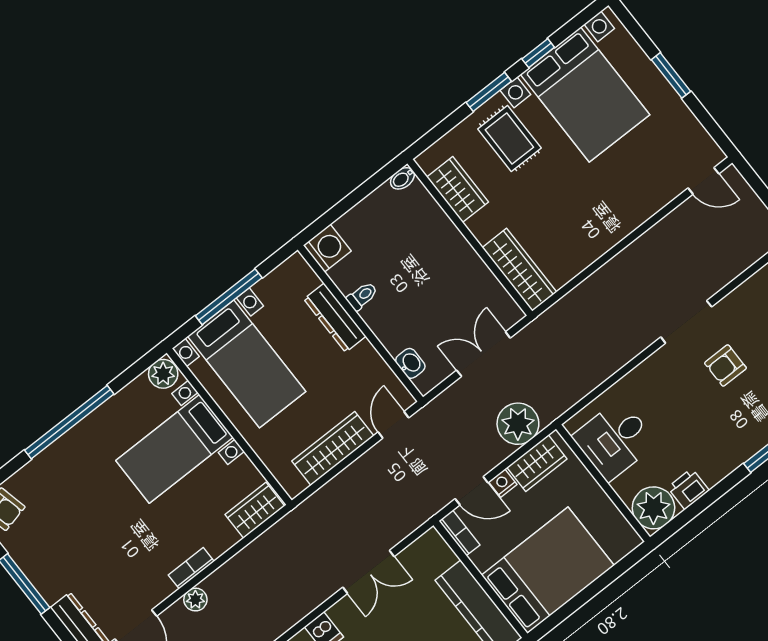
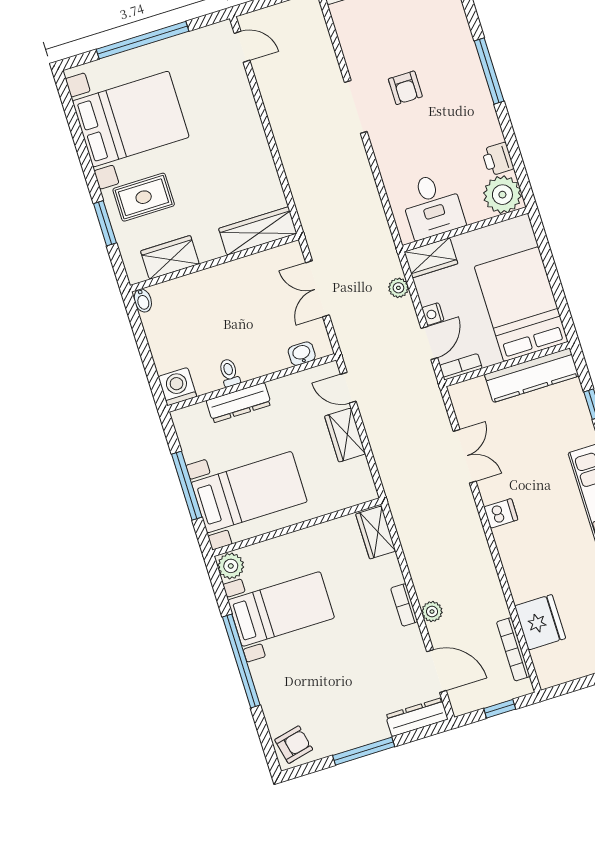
window: (538, 53) -> (81, 145), removed
window: (671, 75) -> (142, 40), width x2.11
window: (489, 92) -> (105, 223), moved
door: (703, 181) -> (242, 47), hinge flipped
plant: (518, 424) -> (398, 288), width x0.53, depth x0.53
wardrobe: (333, 448) -> (345, 435), width x0.67
bed with nightstands: (174, 449) -> (281, 609), moved, turned -90
wardrobe: (537, 463) -> (431, 258), moved, turned 90

